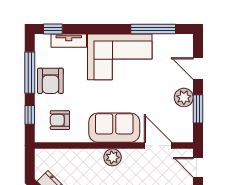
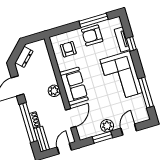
window: (53, 29) -> (131, 44), moved
window: (30, 115) -> (66, 29), removed

